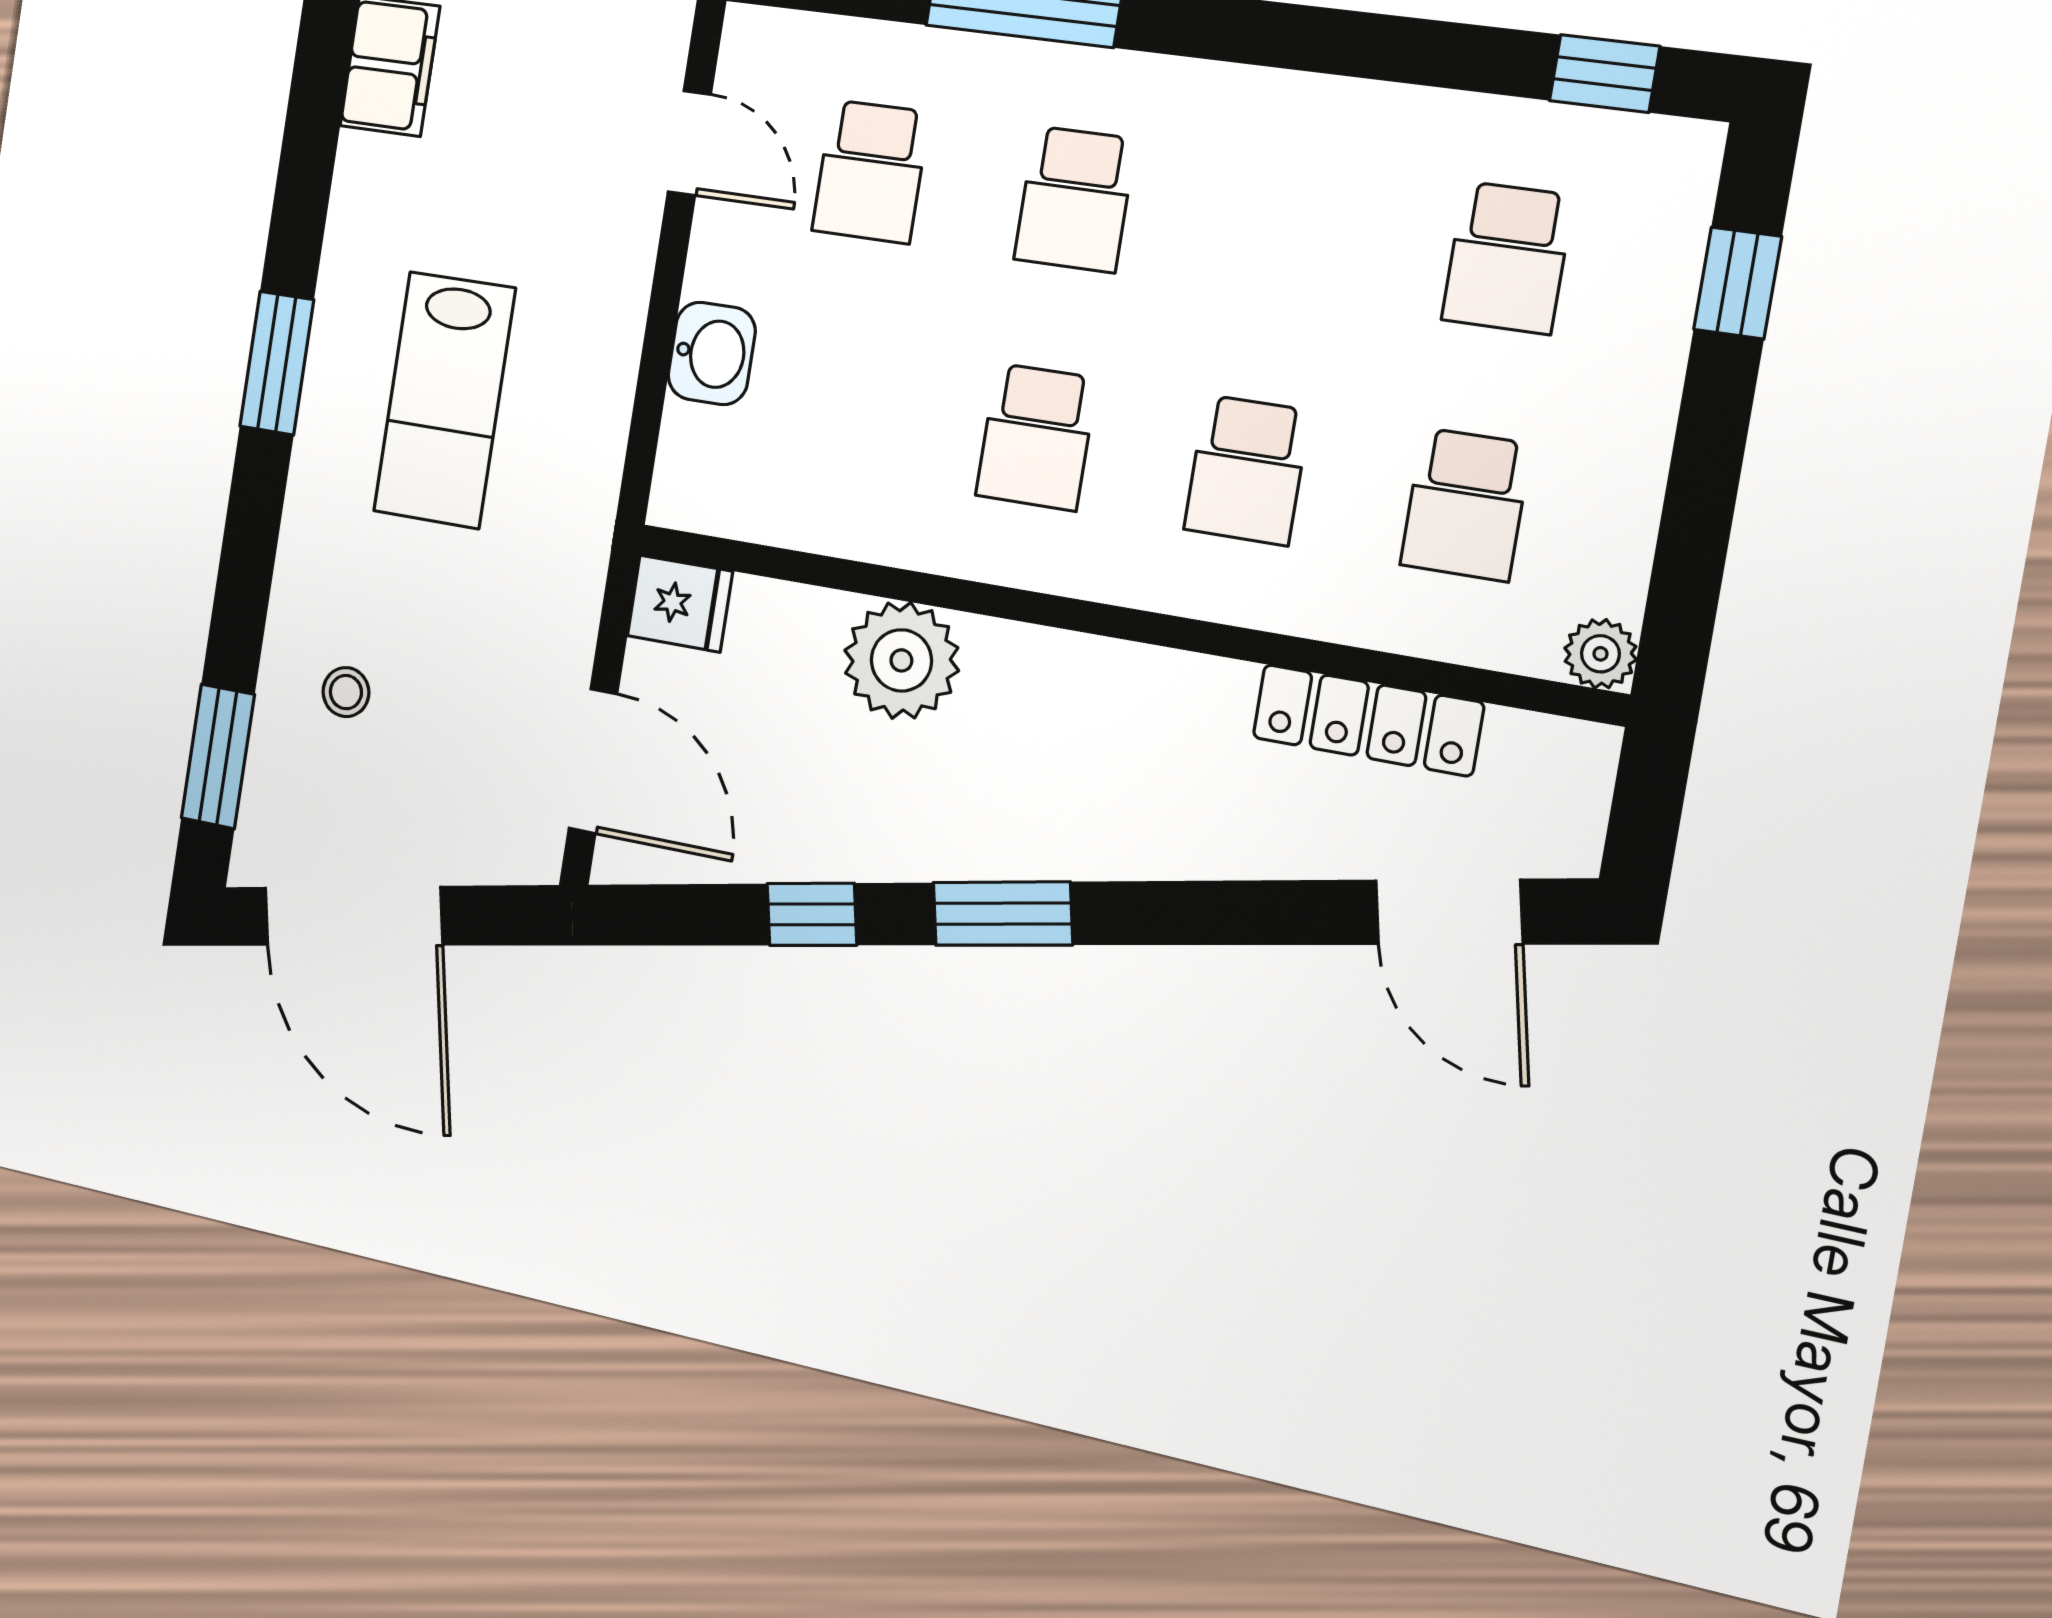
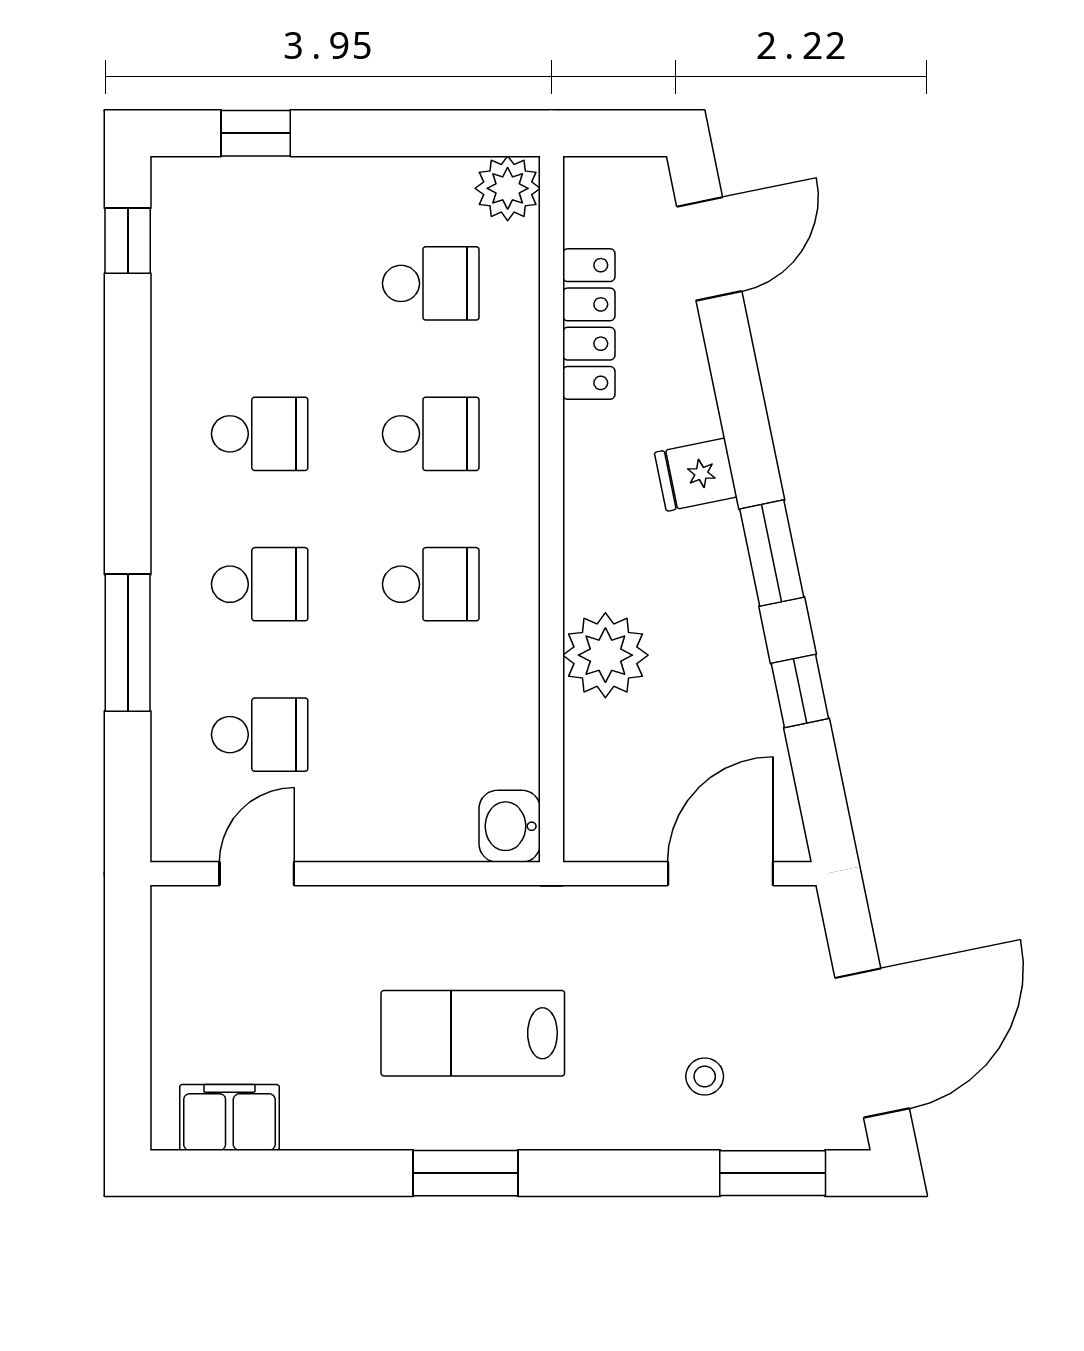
school desk: (1507, 258) -> (260, 434), moved
washbasin: (712, 353) -> (510, 826), moved, turned -90
lab bench: (444, 400) -> (473, 1033), turned 180
fridge: (680, 604) -> (696, 475), moved, turned -102
plant: (1600, 654) -> (508, 188), width x1.38, depth x1.38

